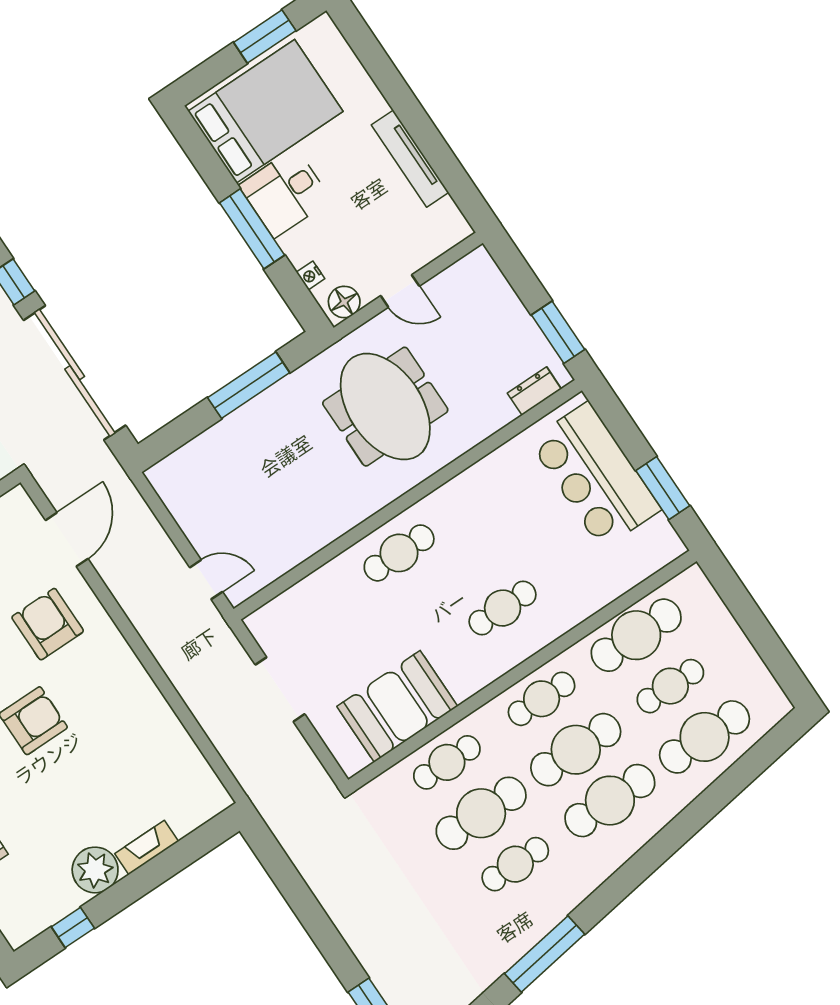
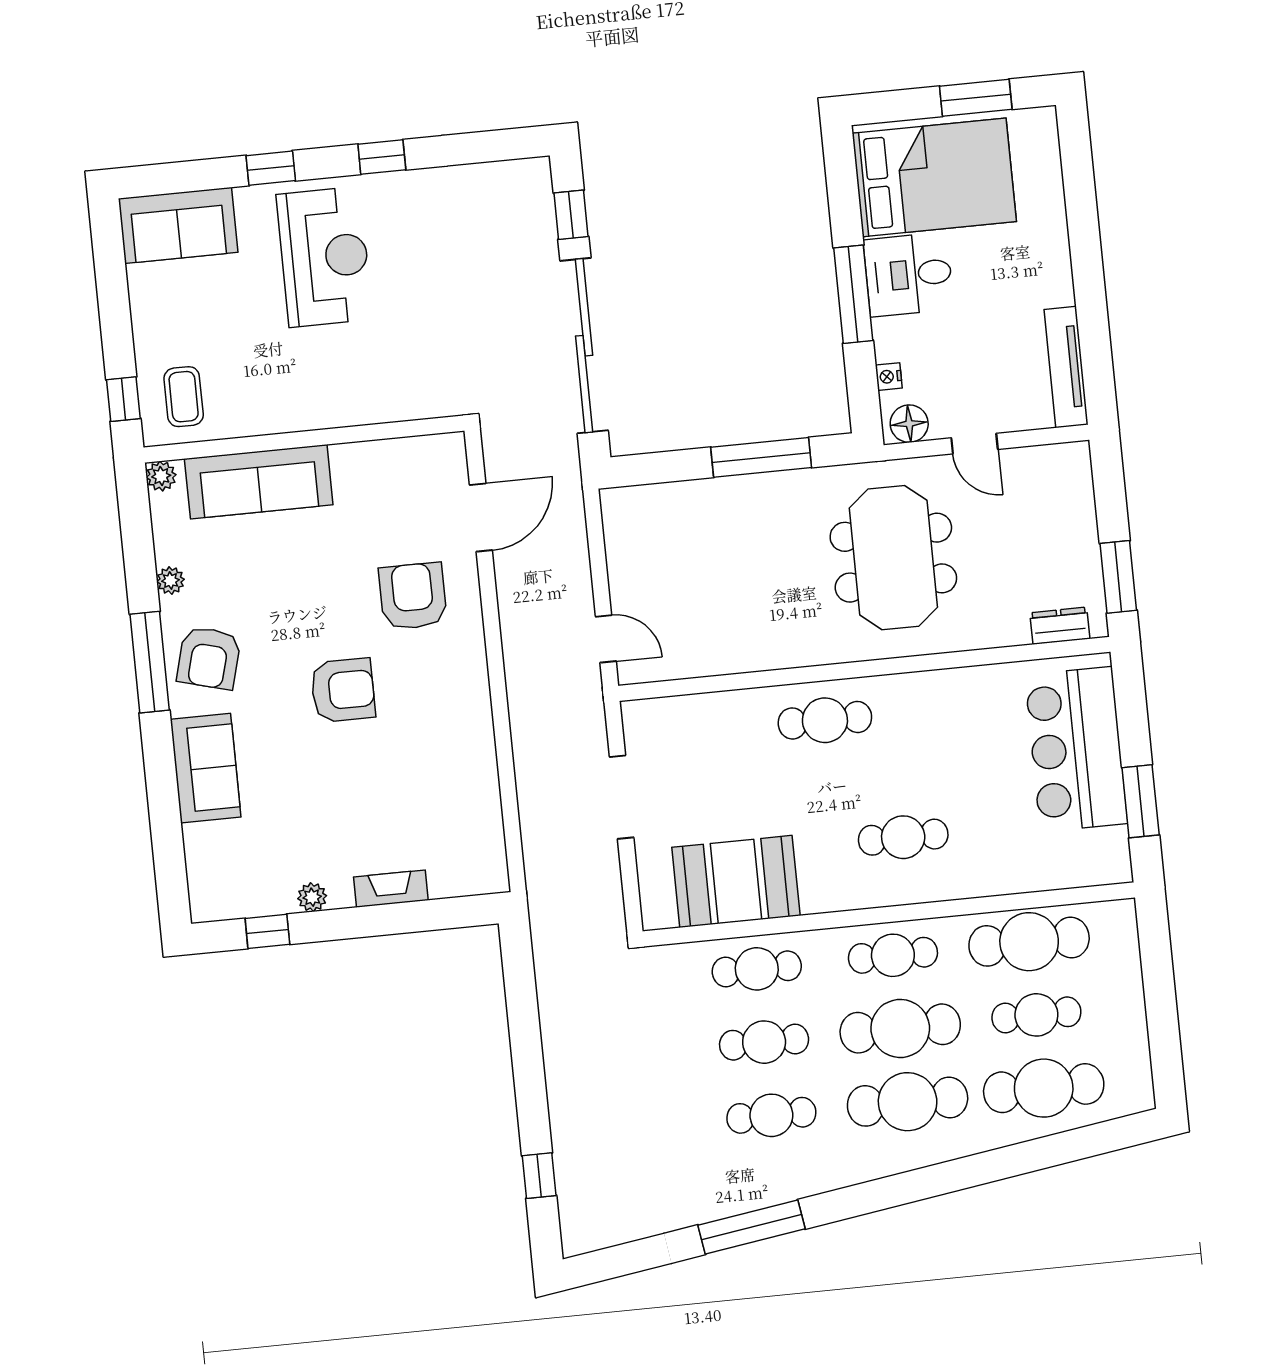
tv unit: (410, 159) -> (1066, 367), moved
cafe table: (481, 813) -> (764, 1042), width x0.73, depth x0.74
plant: (95, 870) -> (312, 897), width x0.53, depth x0.53

